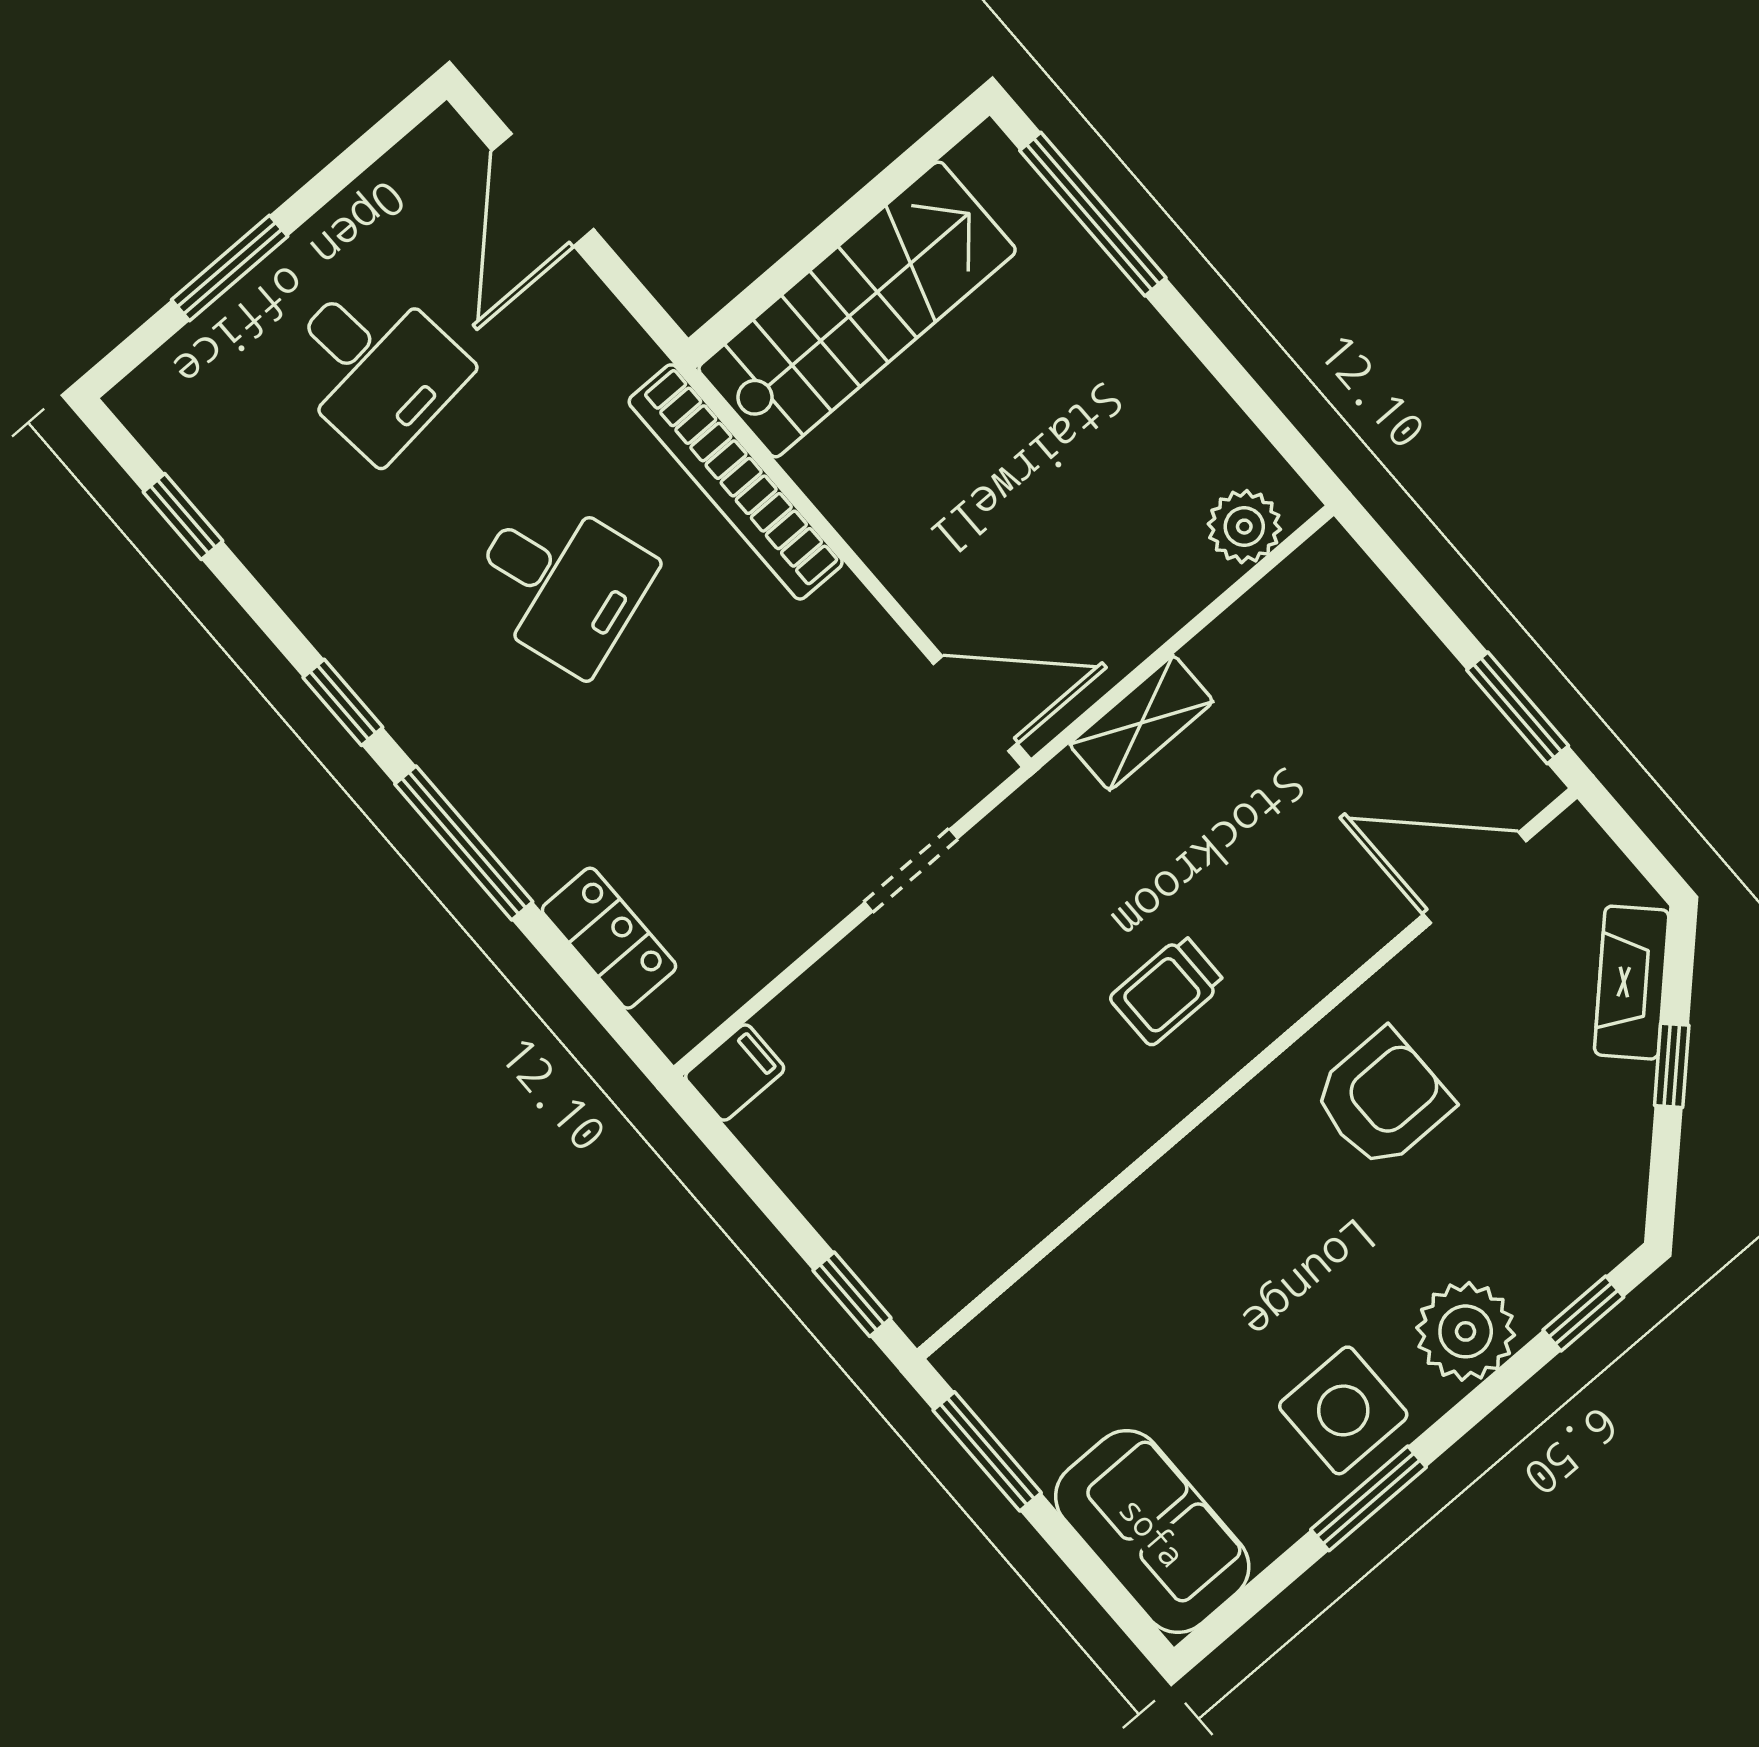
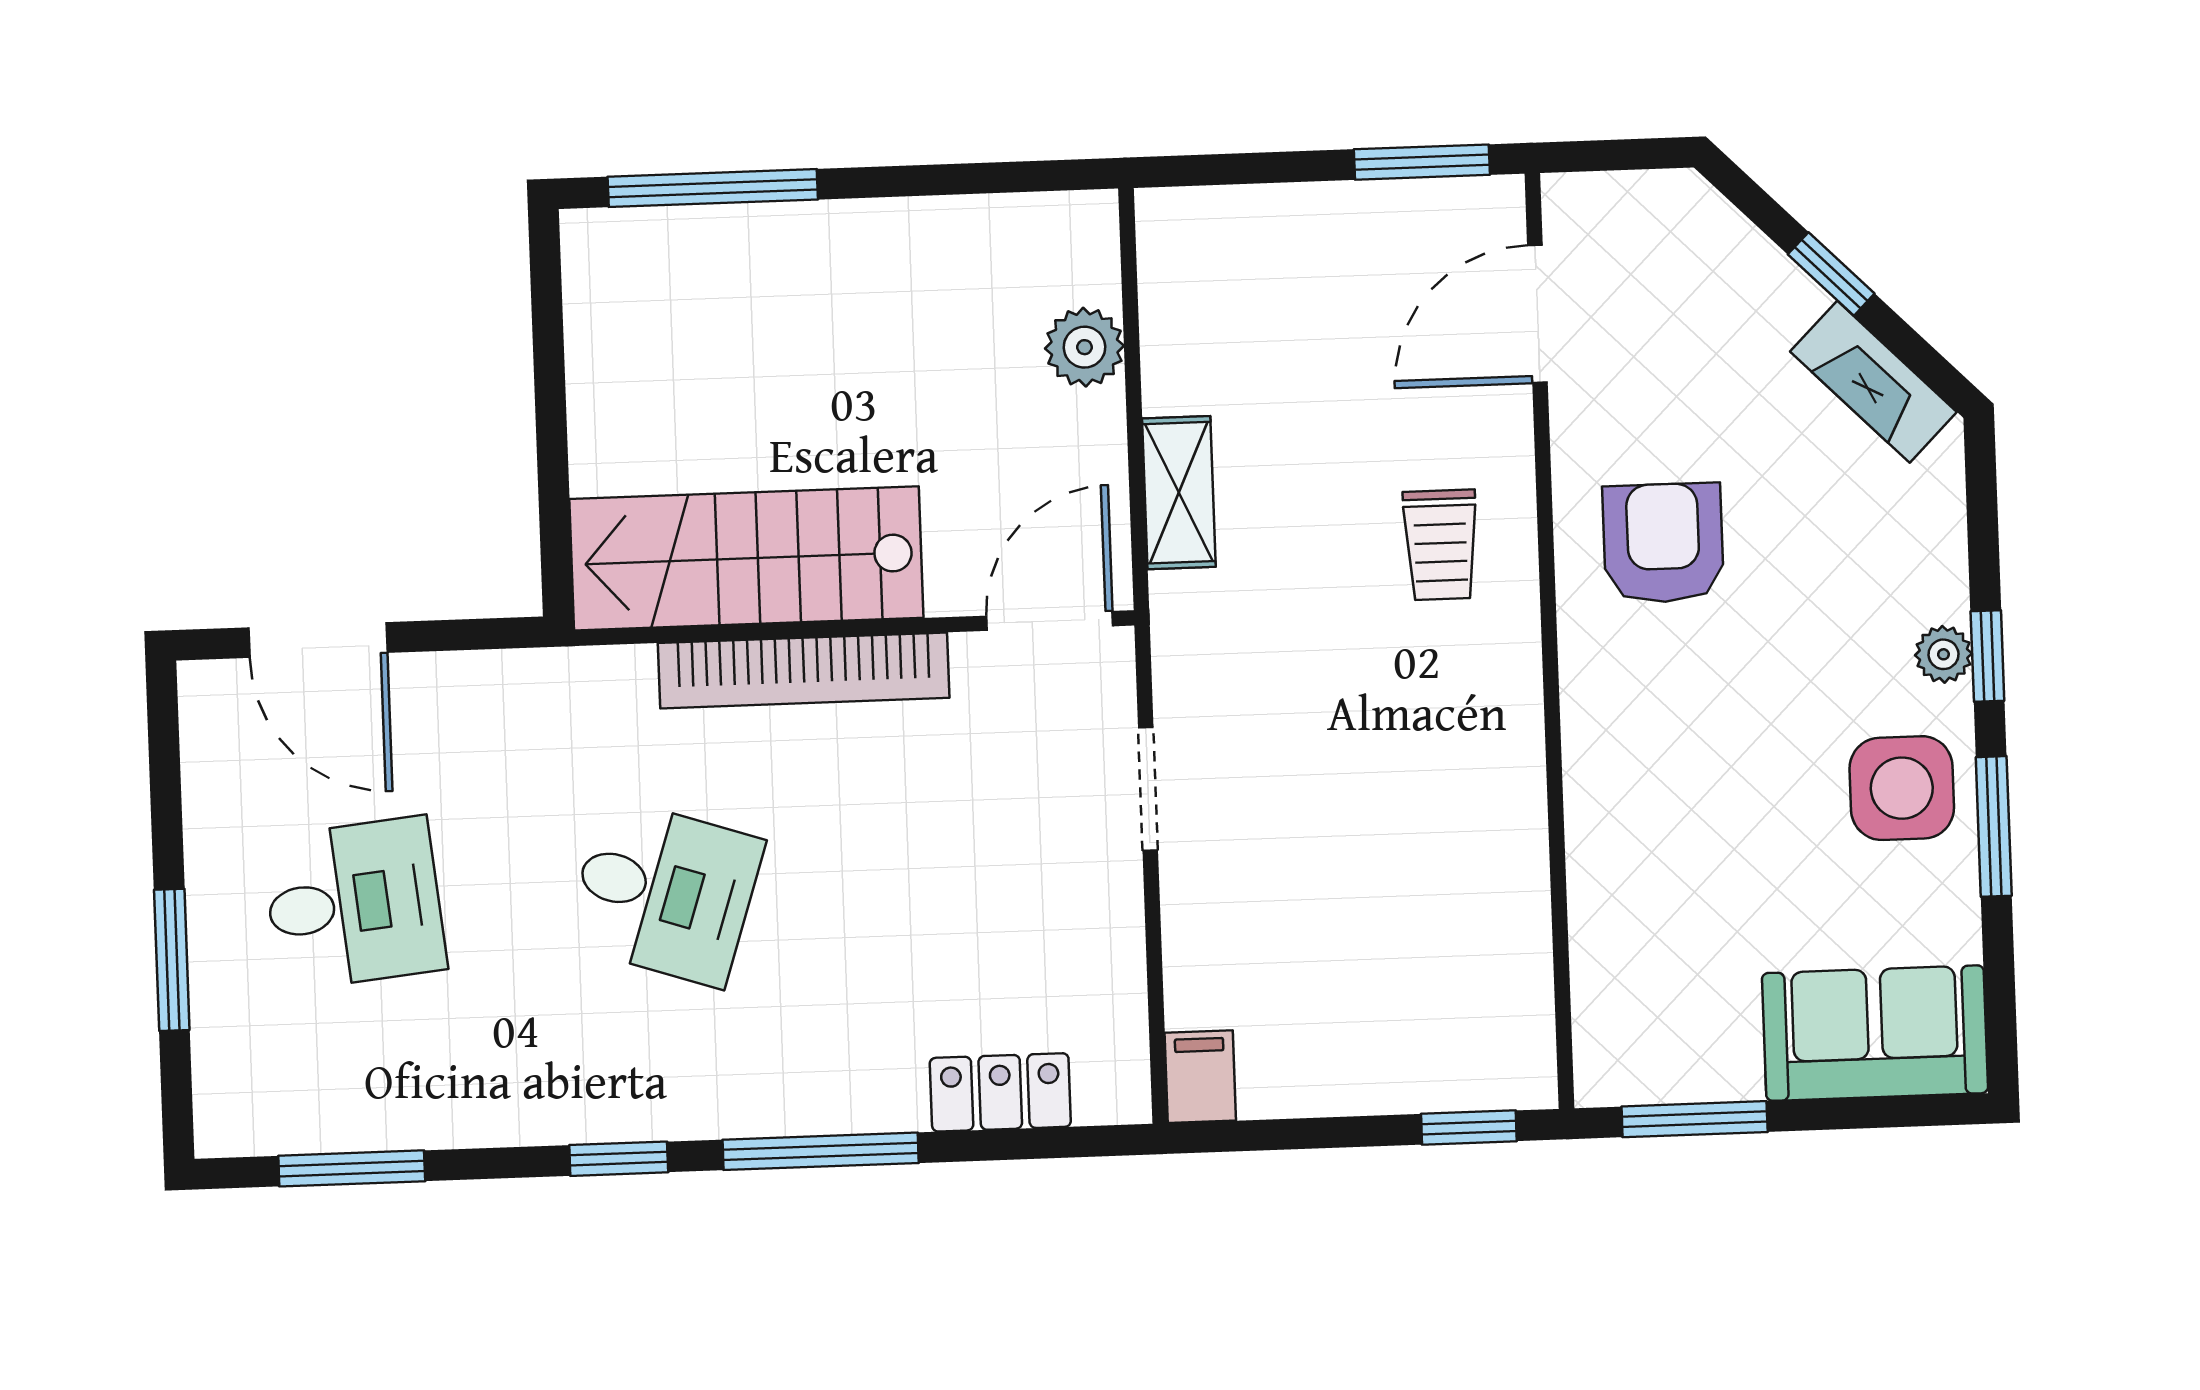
stairs: (857, 309) -> (746, 558), moved, turned -90
bookcase: (736, 482) -> (804, 670), moved
window: (183, 516) -> (352, 1168), width x1.50
plant: (1244, 527) -> (1084, 347), moved
desk: (560, 583) -> (664, 892), turned 36
fireplace: (1632, 983) -> (1873, 382), moved
trolley: (1167, 990) -> (1441, 545), moved
window: (1583, 1313) -> (1987, 656), moved
plant: (1466, 1331) -> (1943, 654), width x0.53, depth x0.53

